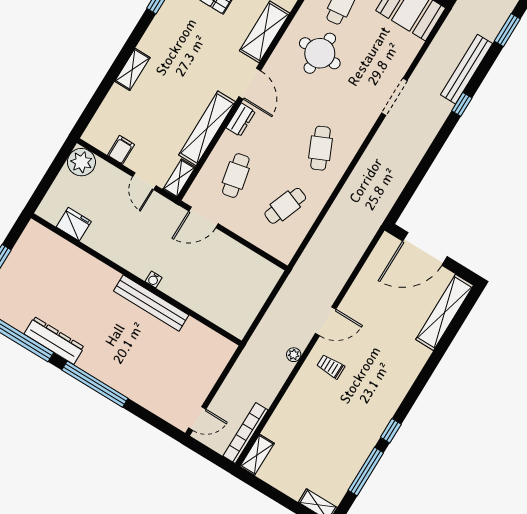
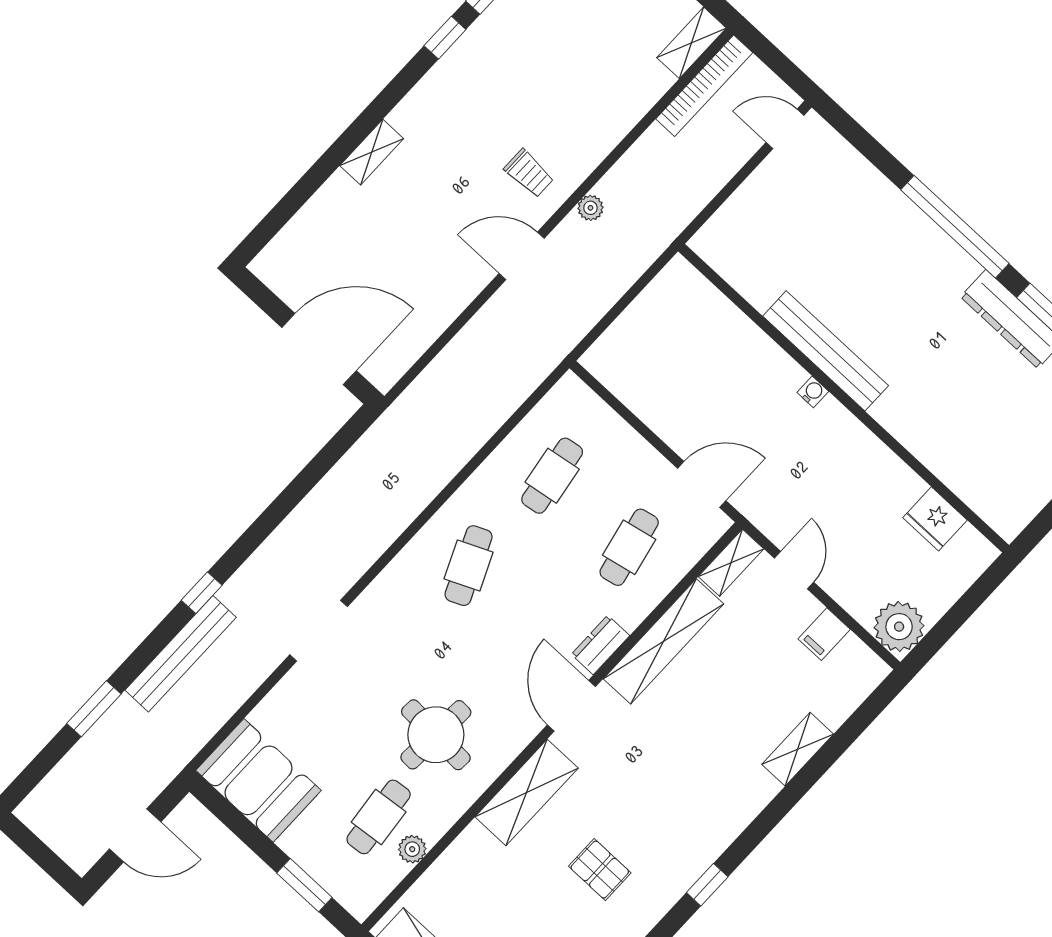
shelving: (132, 69) -> (798, 749), moved
cafe table: (285, 206) -> (552, 476), turned -30
shelving: (445, 312) -> (372, 152), moved, width x0.45, depth x0.75

